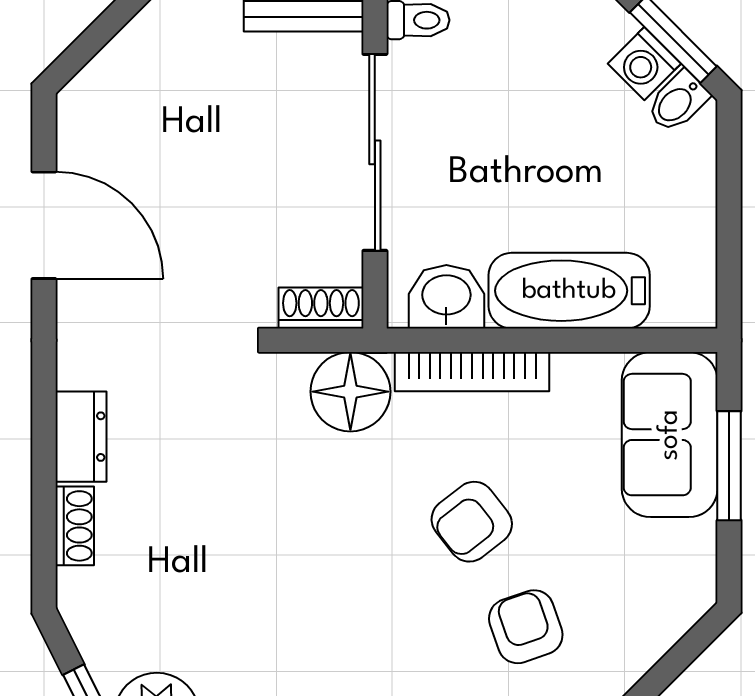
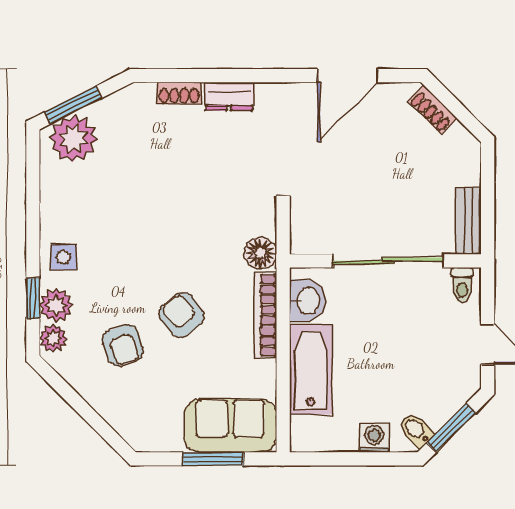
washing machine: (644, 64) -> (374, 438), moved, turned 45
shoe rack: (321, 308) -> (432, 110), moved, turned 135
floor lamp: (350, 392) -> (260, 253), width x0.73, depth x0.73
armchair: (526, 627) -> (123, 345), turned 90

